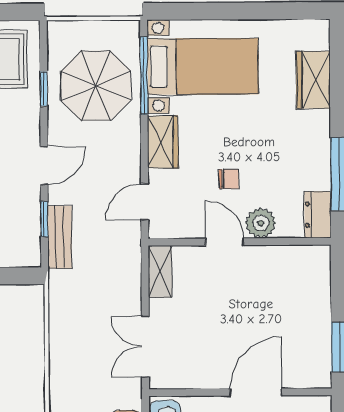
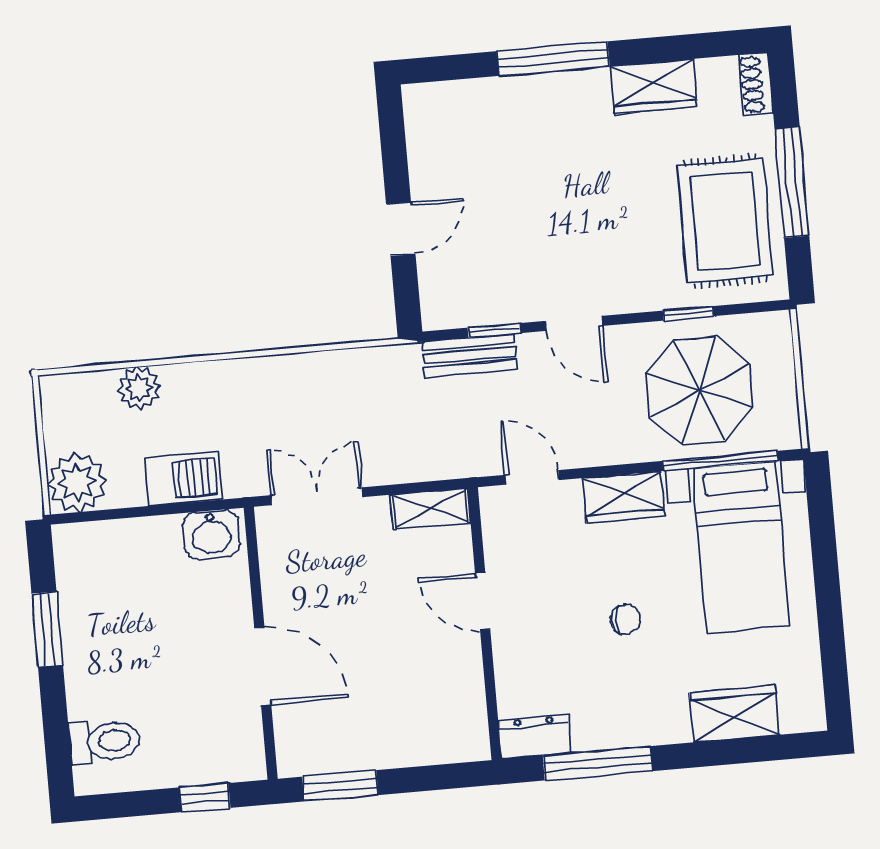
chair: (229, 179) -> (626, 619), moved, turned -90
plant: (261, 223) -> (515, 653), removed
door: (224, 242) -> (483, 601), swing flipped

